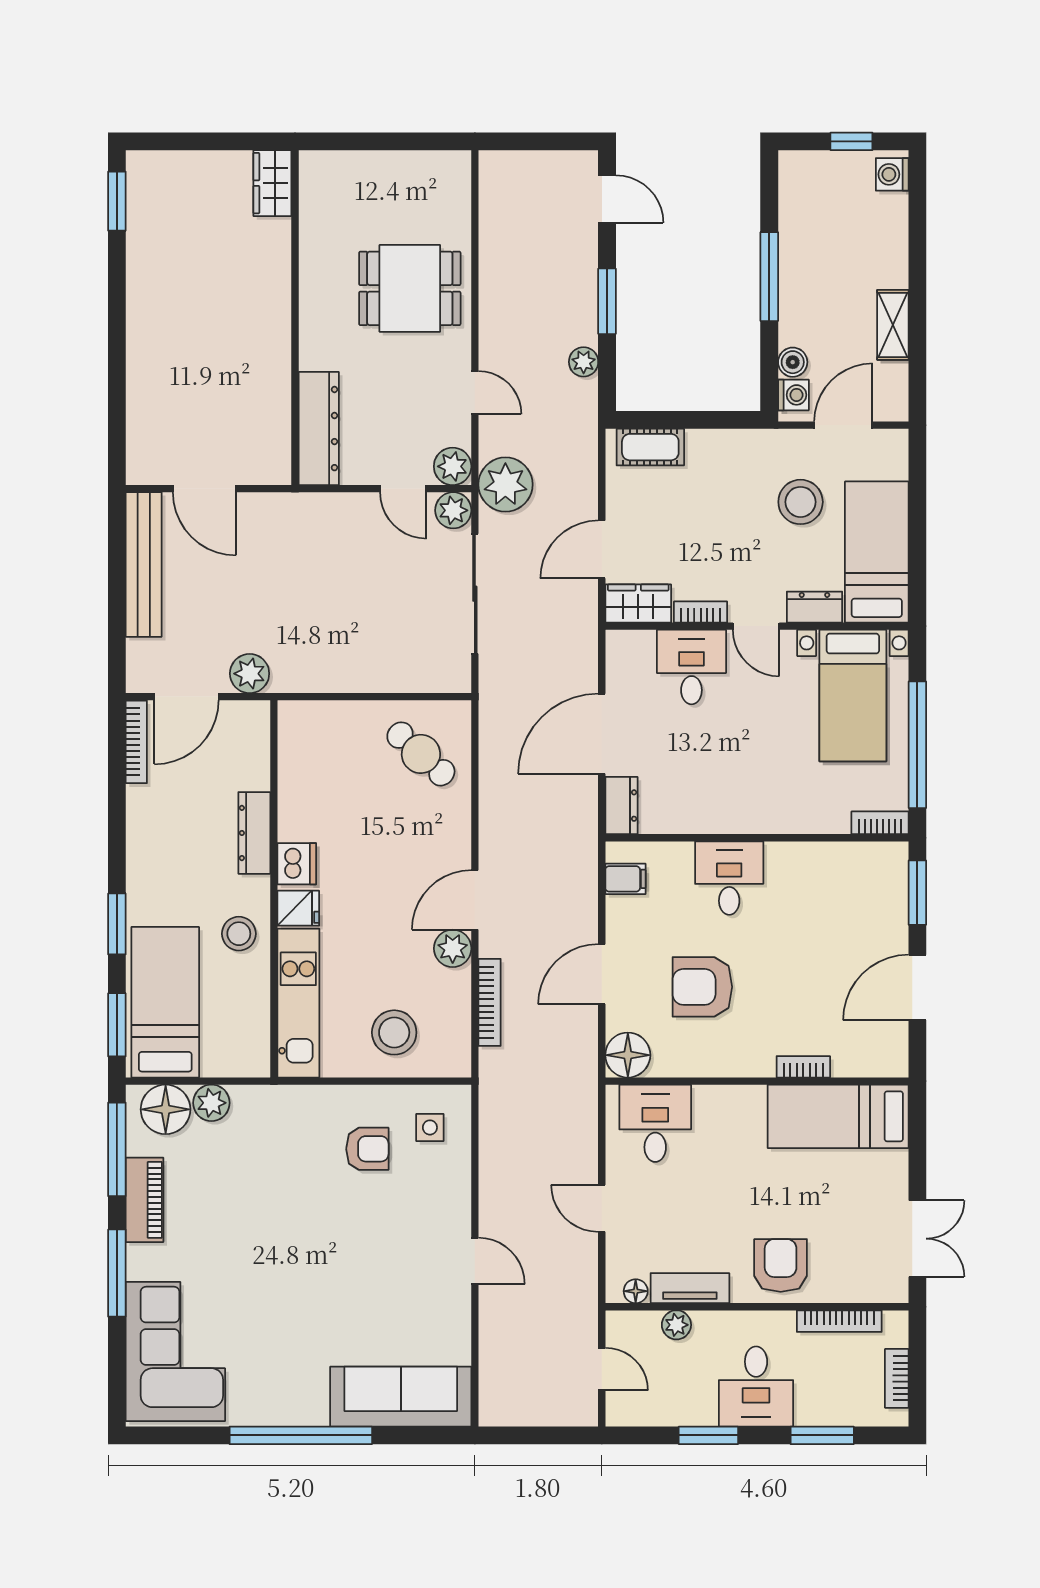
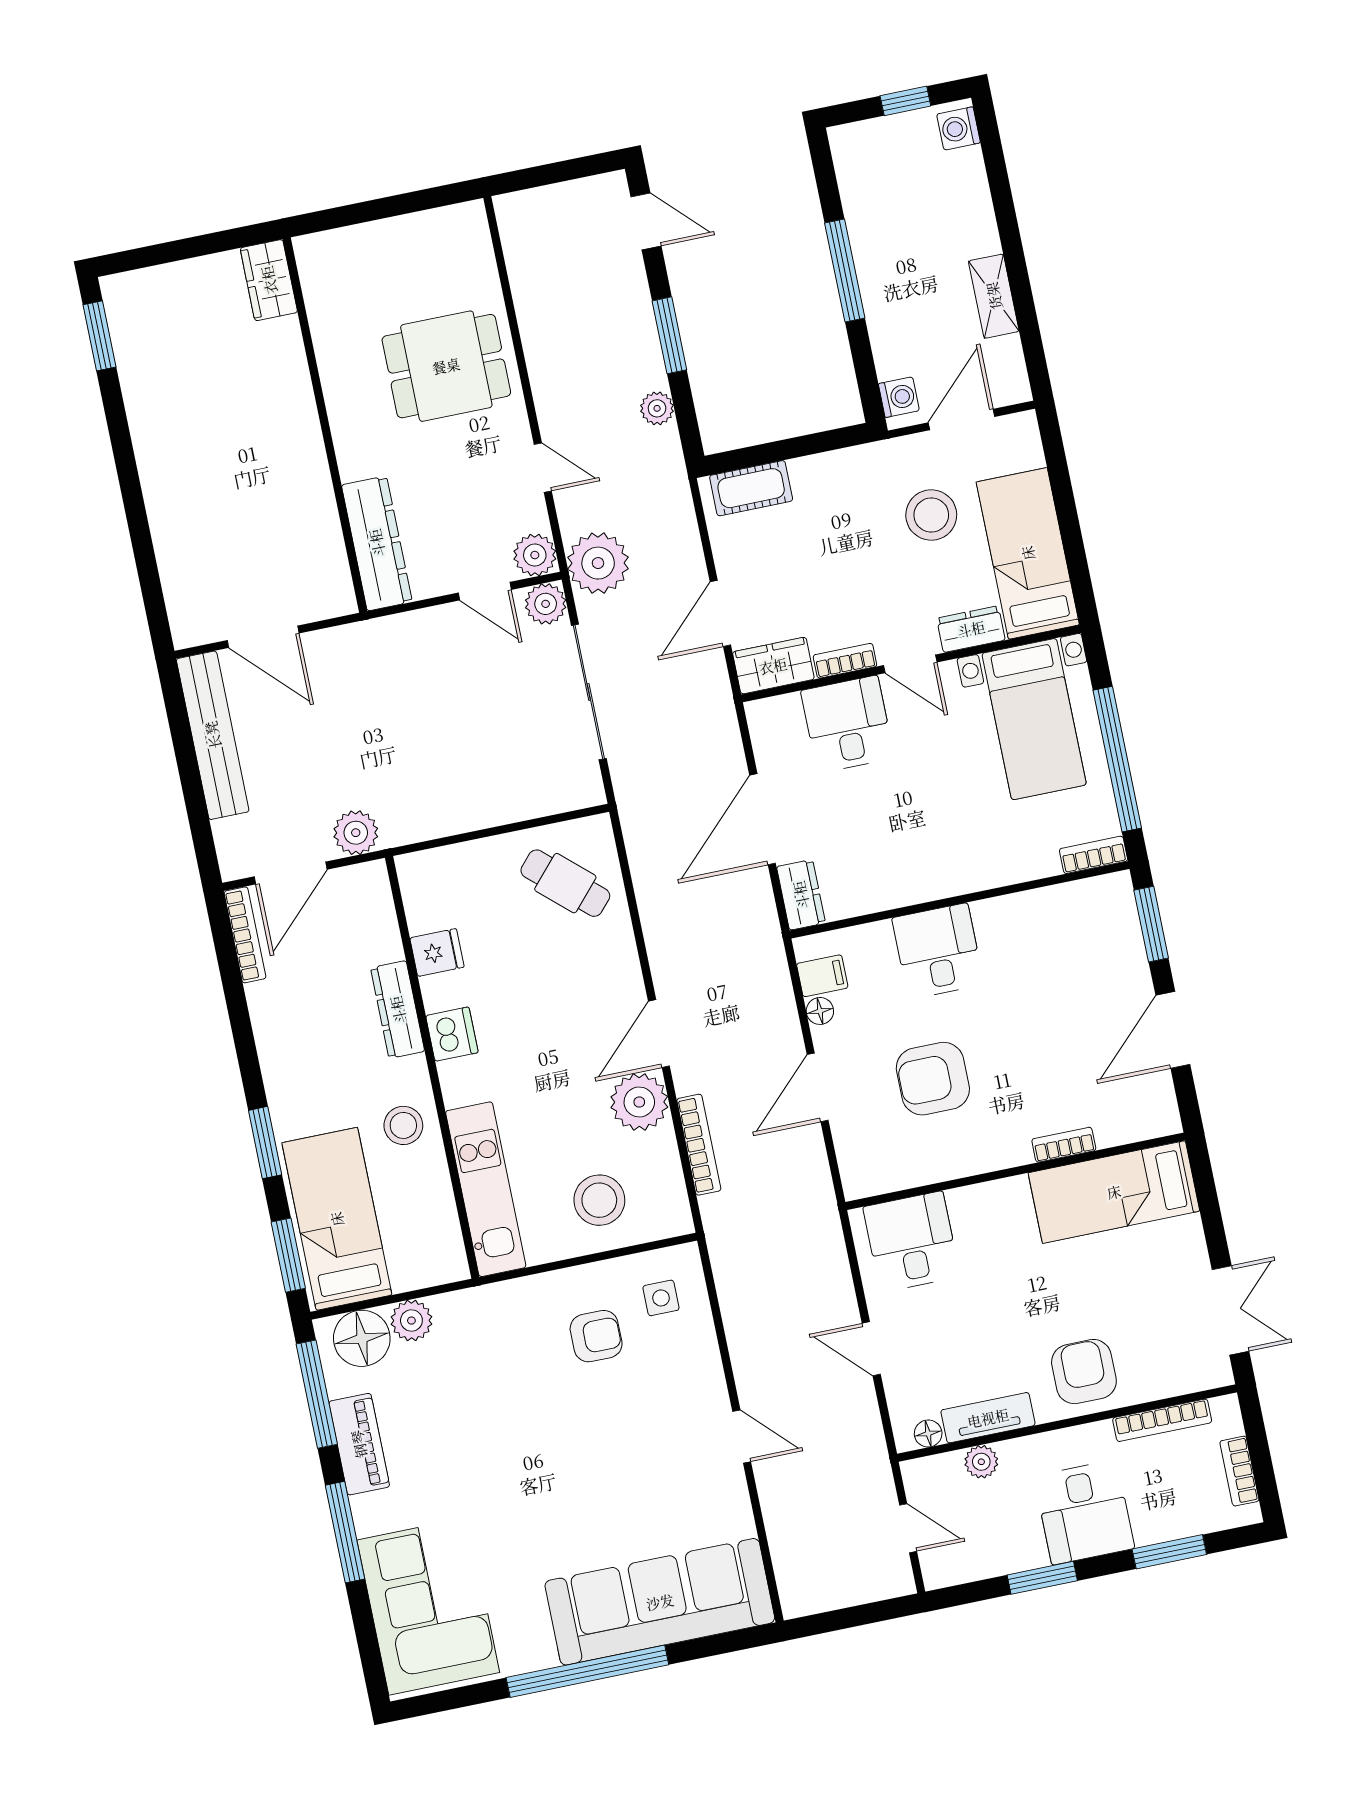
boiler: (793, 362) -> (891, 361), removed
fridge: (298, 908) -> (437, 953), moved
plant: (453, 948) -> (639, 1102), width x1.36, depth x1.36
floor lamp: (628, 1055) -> (820, 1011), moved, width x0.53, depth x0.53
sofa: (401, 1397) -> (660, 1602), width x1.36, depth x1.27

